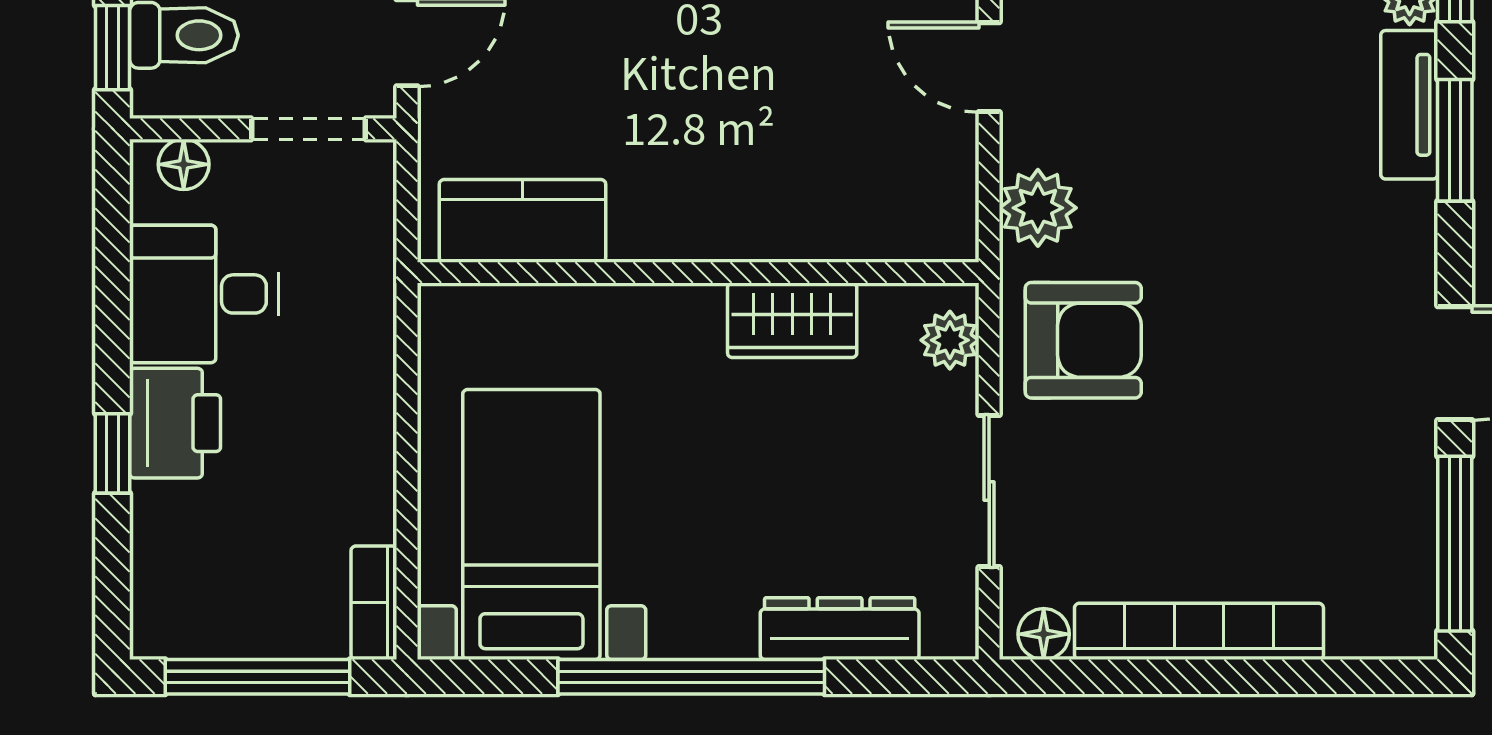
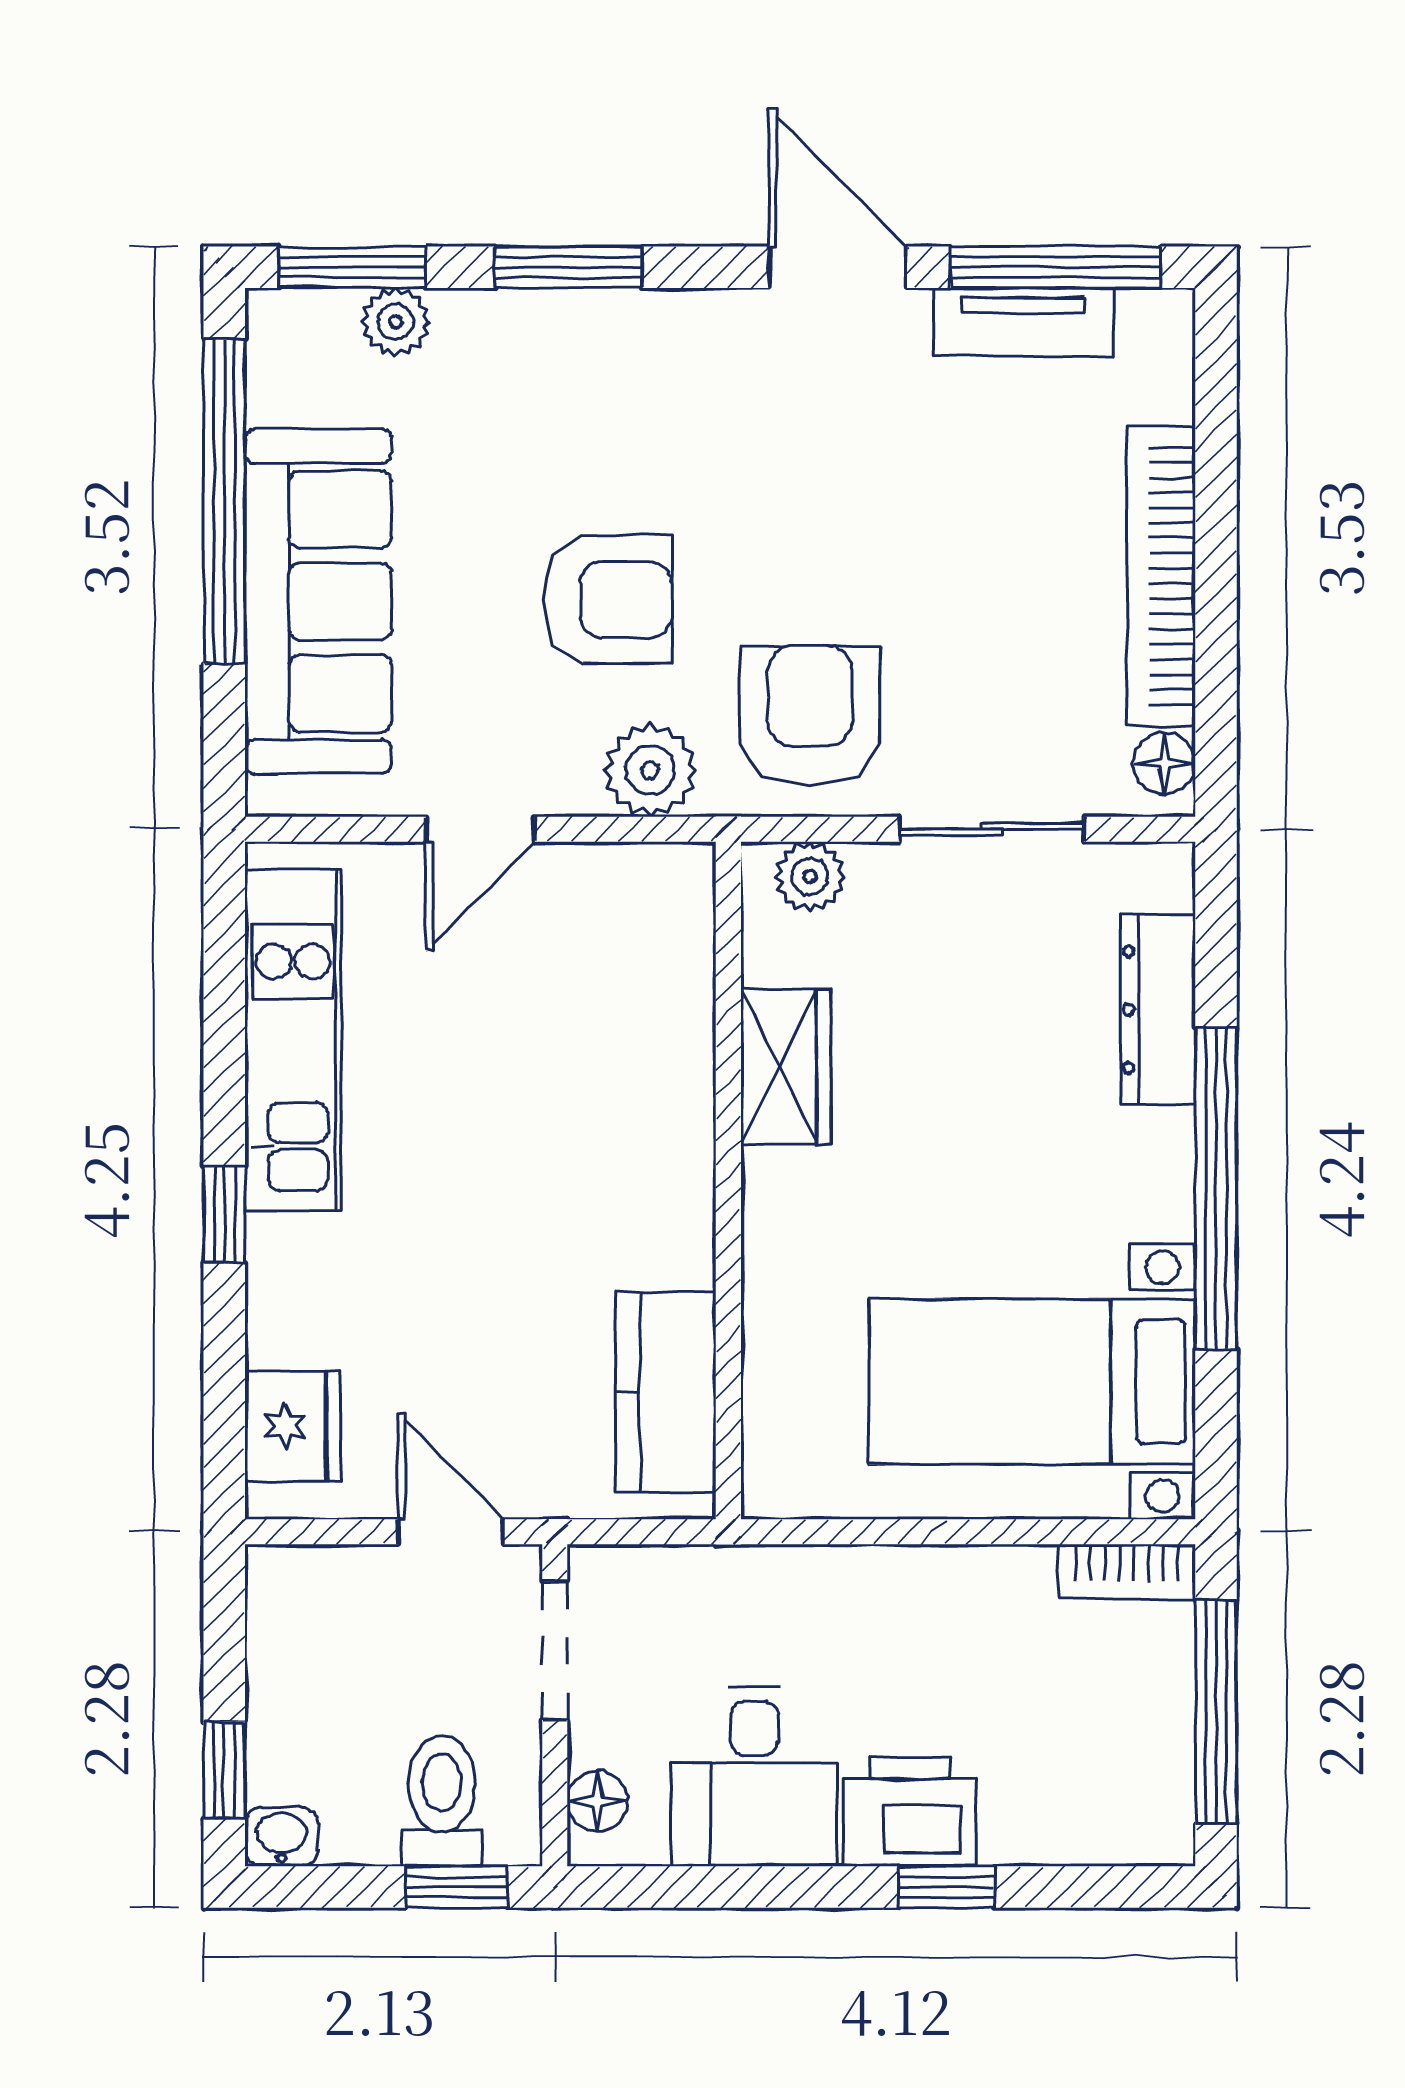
tv unit: (1409, 105) -> (1023, 322), moved
armchair: (1179, 173) -> (608, 600), added

